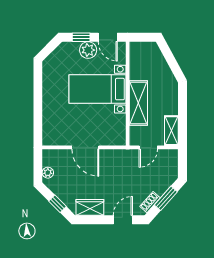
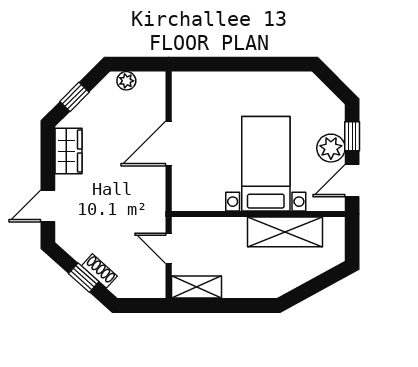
shelving: (138, 103) -> (285, 232), moved
window: (166, 198) -> (84, 278), width x0.67
shoe rack: (150, 202) -> (99, 271), moved
door: (123, 220) -> (48, 206), swing flipped

